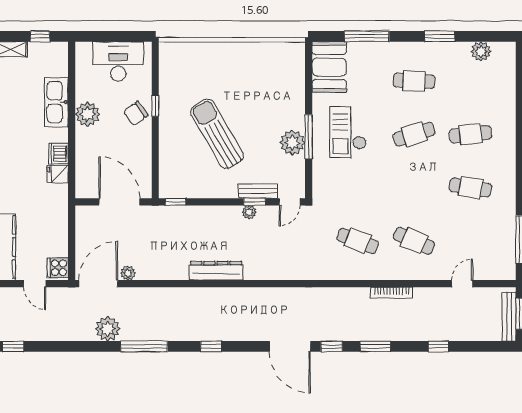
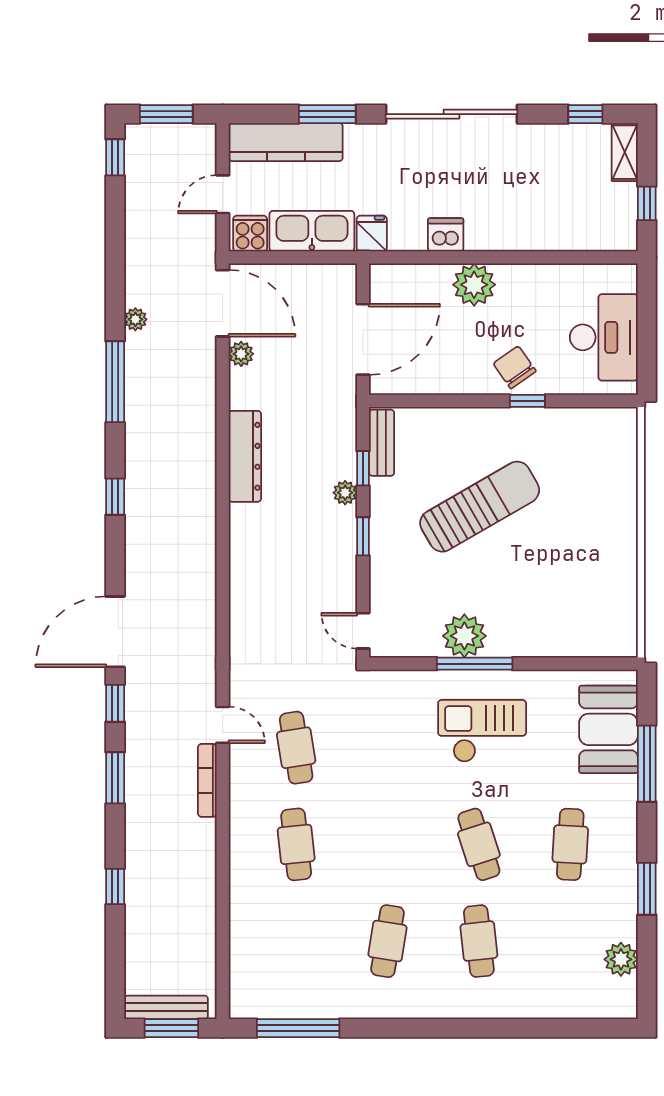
booth: (329, 67) -> (608, 729), moved, turned 90
kitchen sink: (56, 102) -> (312, 231), moved
plant: (88, 114) -> (474, 285), moved
fridge: (58, 174) -> (372, 234), moved
bench: (258, 191) -> (382, 443), moved
window: (176, 202) -> (363, 468), moved
window: (255, 202) -> (363, 536), moved
plant: (249, 212) -> (345, 493), moved
cafe table: (358, 241) -> (296, 748), turned -30
cafe table: (414, 241) -> (296, 844), turned -30
dresser: (216, 271) -> (245, 456), moved
door: (462, 284) -> (223, 725), moved
bookcase: (392, 293) -> (207, 780), moved
plant: (108, 329) -> (135, 319), width x0.53, depth x0.53

